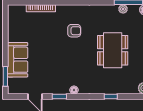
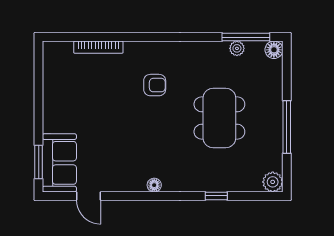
sofa: (18, 60) -> (59, 163), moved
window: (59, 96) -> (130, 196), removed

